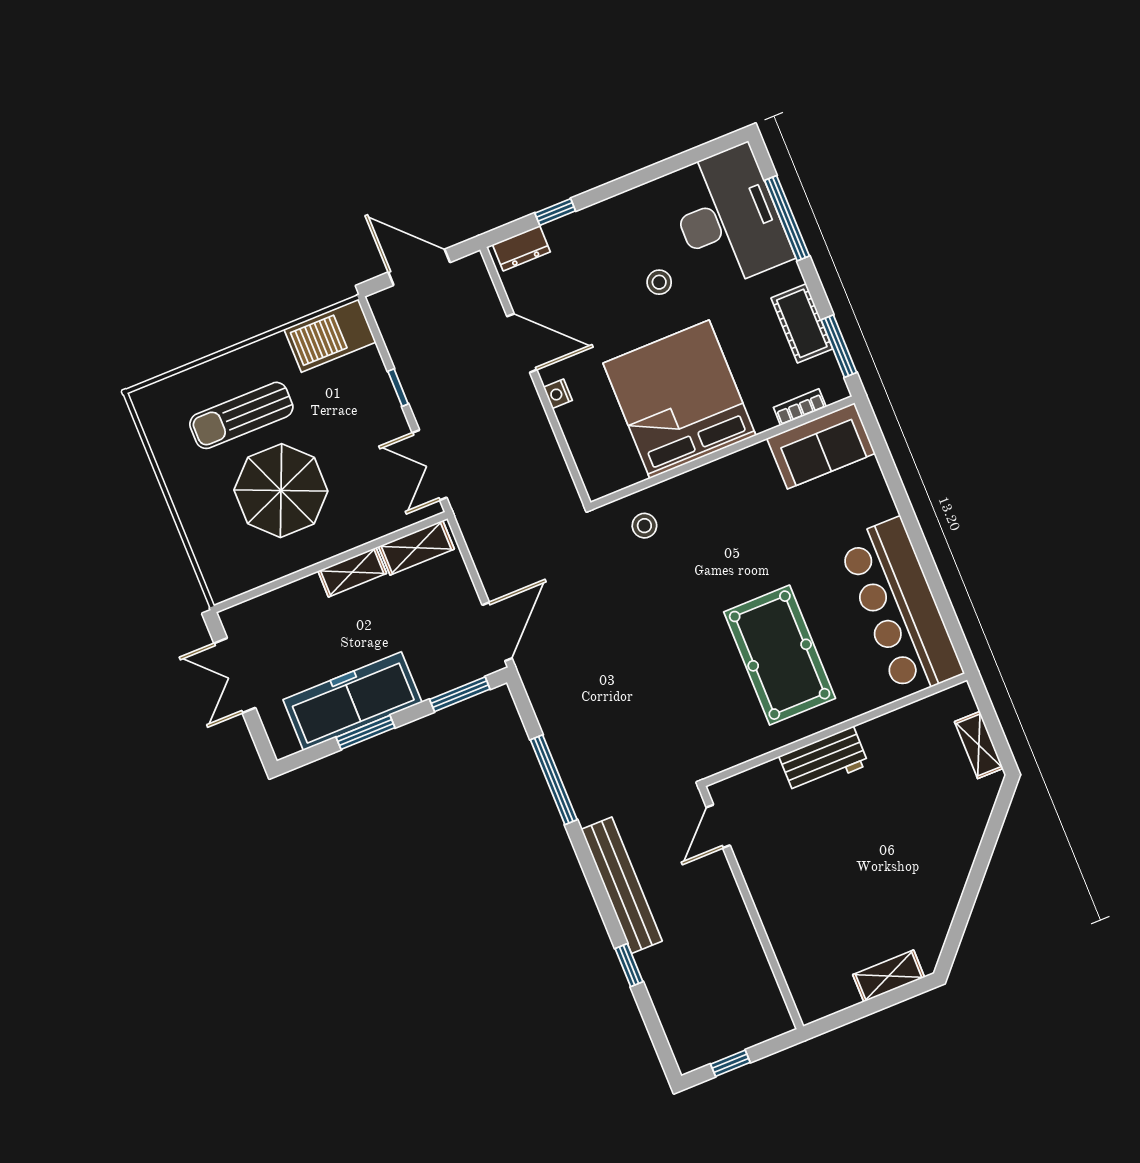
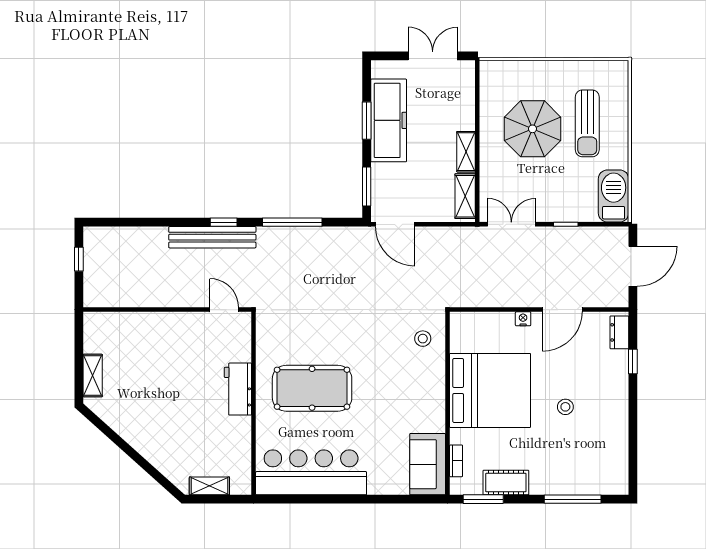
desk: (728, 217) -> (588, 464), removed
sun lounger: (241, 415) -> (587, 123), turned 180
window: (629, 965) -> (224, 222), moved

